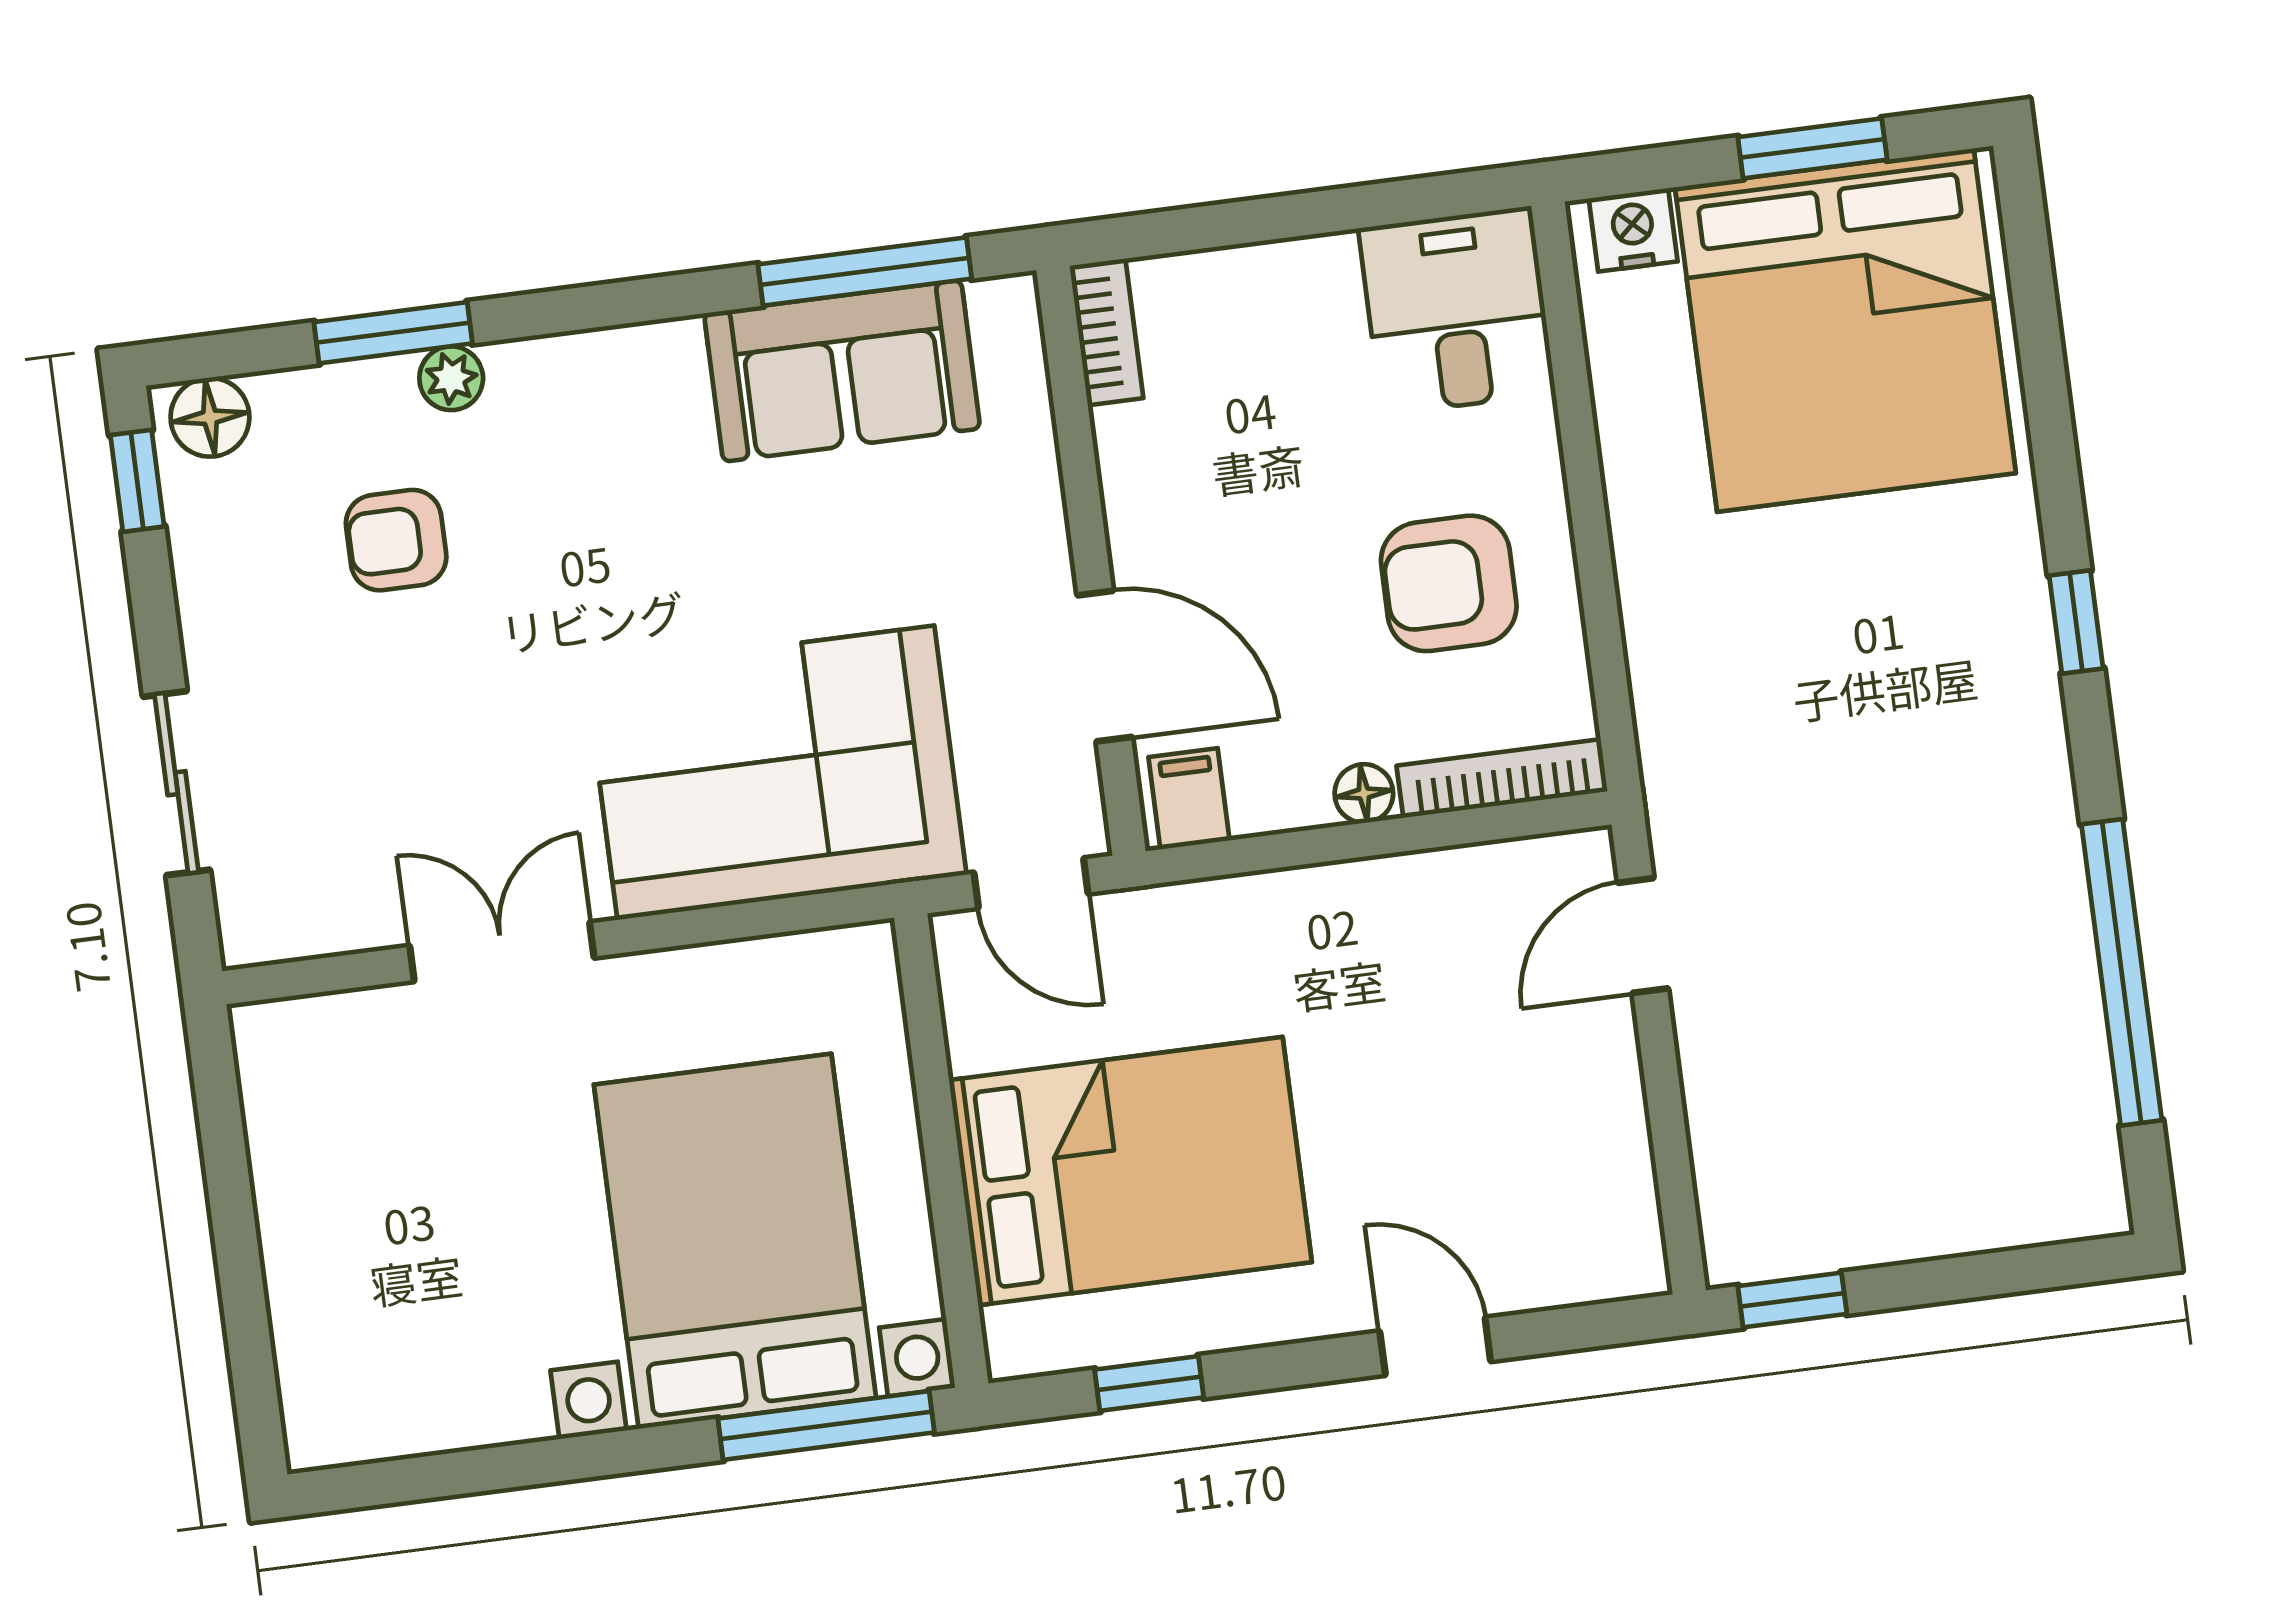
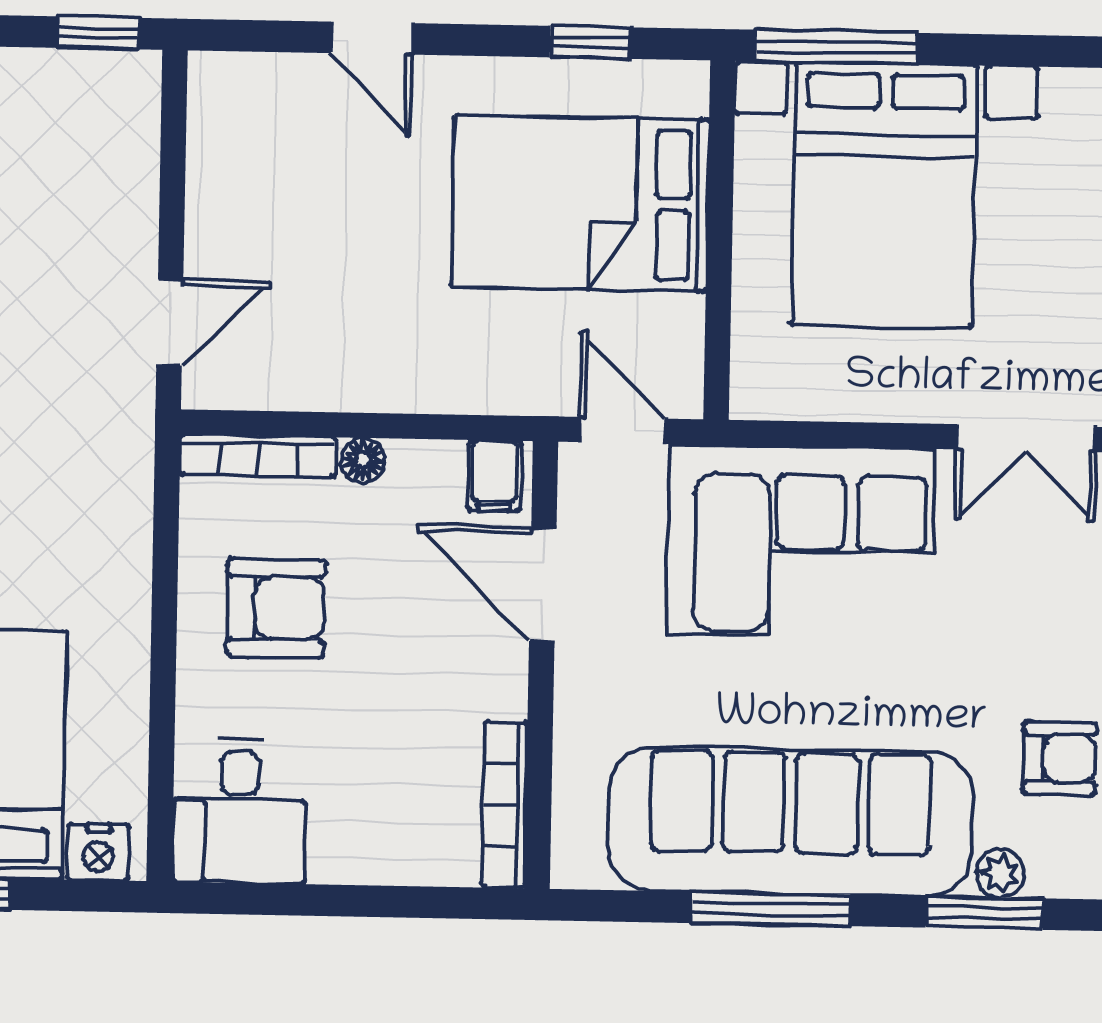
window: (865, 271) -> (770, 909), moved
bookcase: (1107, 332) -> (505, 805), width x1.56
window: (393, 333) -> (984, 913), moved
sofa: (842, 371) -> (790, 821), width x1.85, depth x1.27

